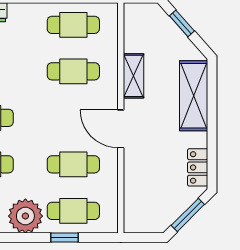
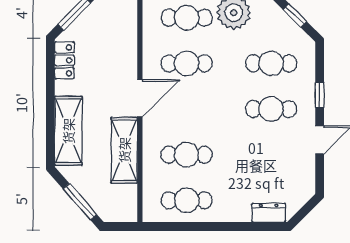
window: (182, 23) -> (80, 202), width x1.50
shelving: (134, 76) -> (124, 150), width x1.50, depth x1.33
door: (121, 129) -> (140, 98), hinge flipped

